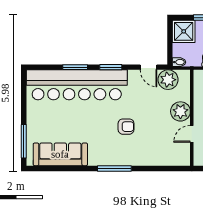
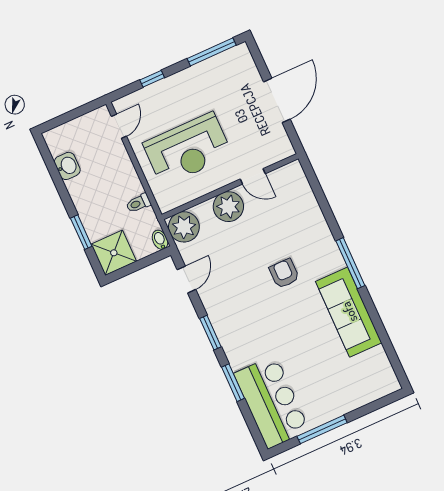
plant: (168, 80) -> (184, 227), moved
bar counter: (77, 85) -> (272, 402), width x0.54
window: (24, 141) -> (322, 429), moved
sofa: (60, 154) -> (349, 312), moved

